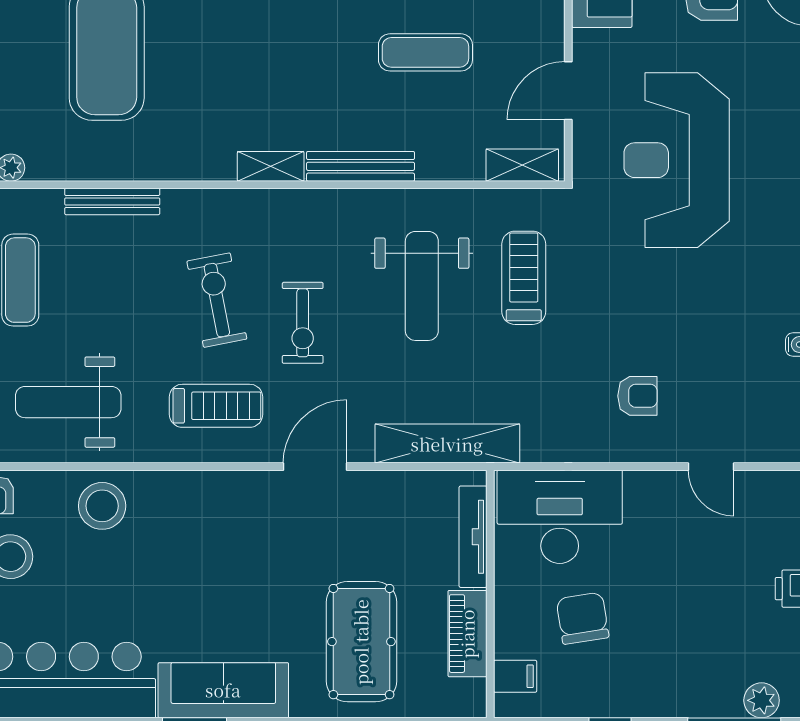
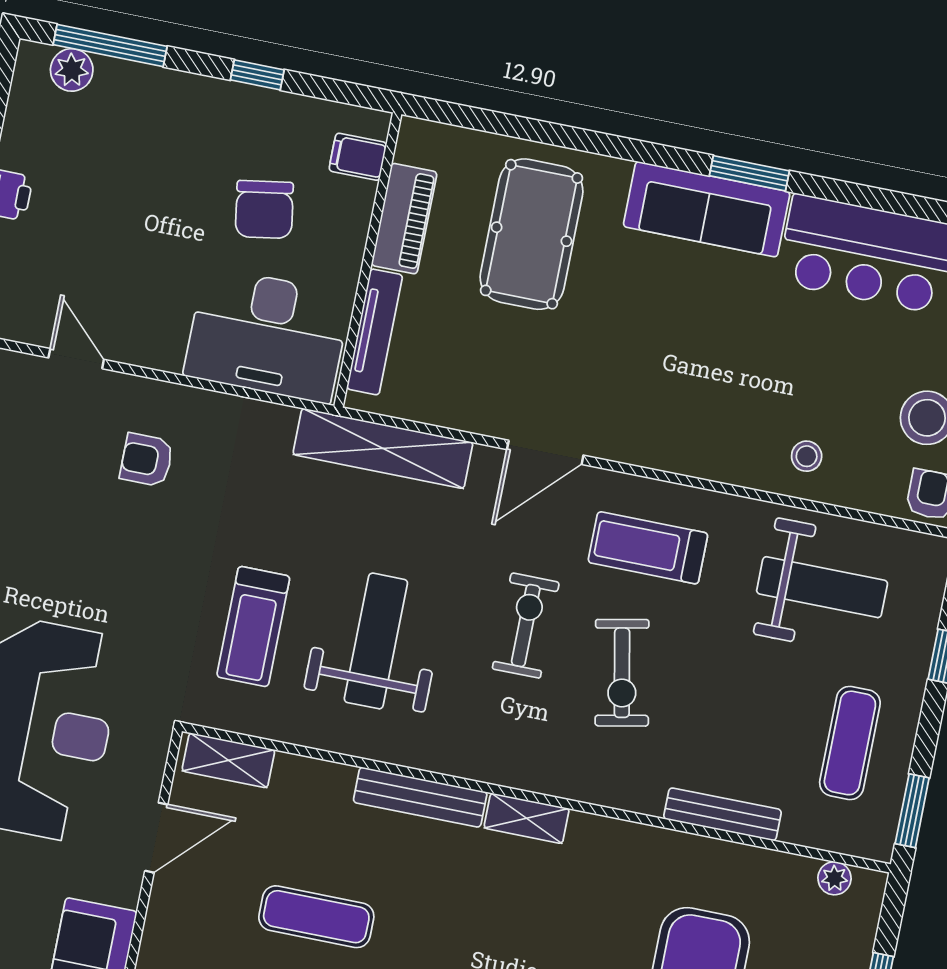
stool: (102, 506) -> (807, 456), width x0.53, depth x0.53

